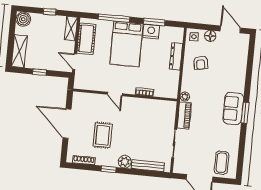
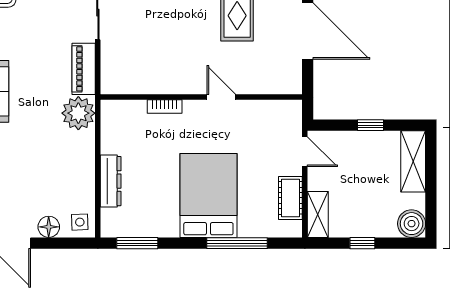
window: (154, 22) -> (137, 243), moved
nightstand: (151, 32) -> (163, 224), removed
cot: (86, 39) -> (290, 198), width x0.73, depth x0.75
armchair: (201, 63) -> (62, 173), removed
plant: (185, 97) -> (78, 113), width x1.88, depth x1.88

